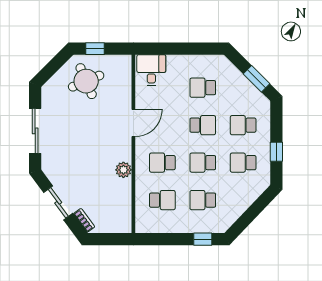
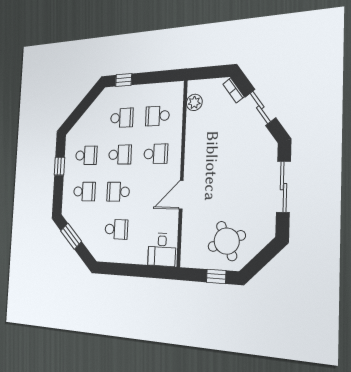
plant: (123, 170) -> (194, 102), moved

